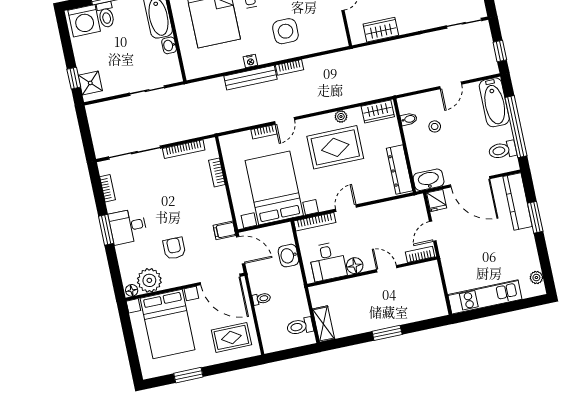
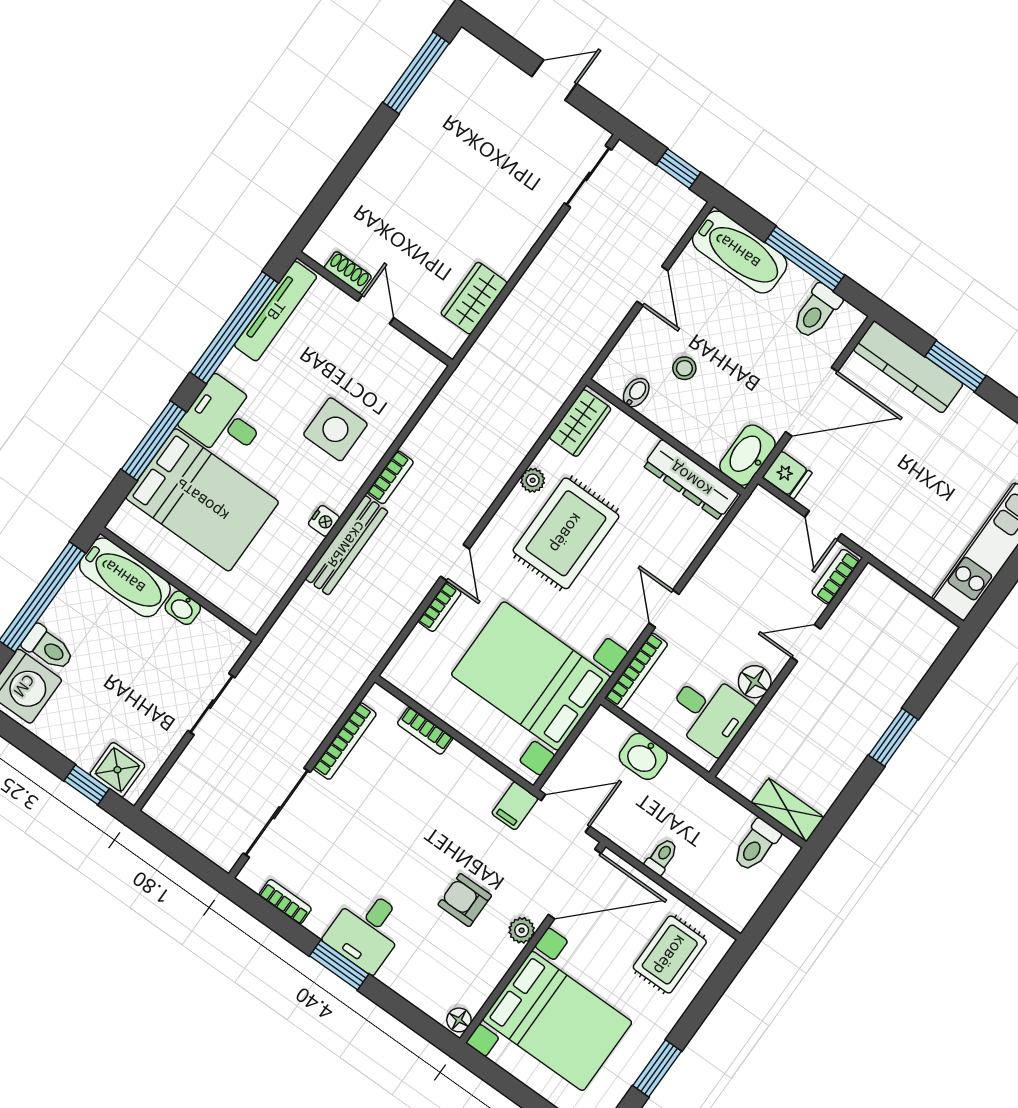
window: (516, 127) -> (805, 259), width x0.68
plant: (149, 280) -> (522, 930), moved, width x0.53, depth x0.53

